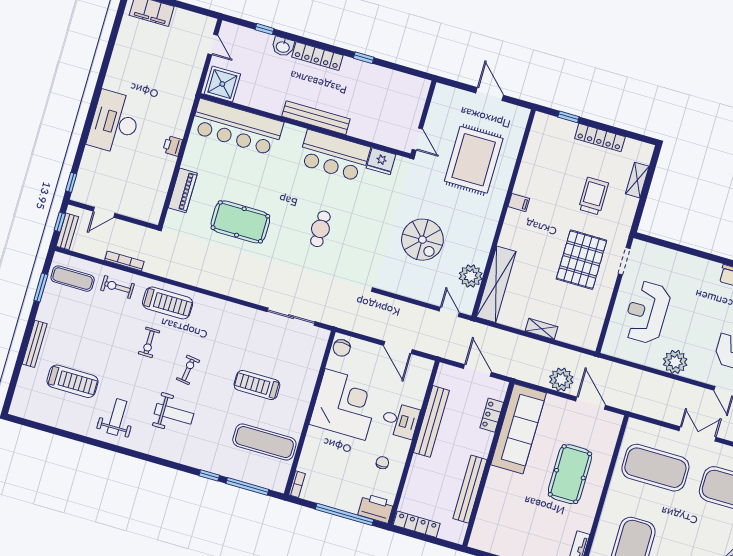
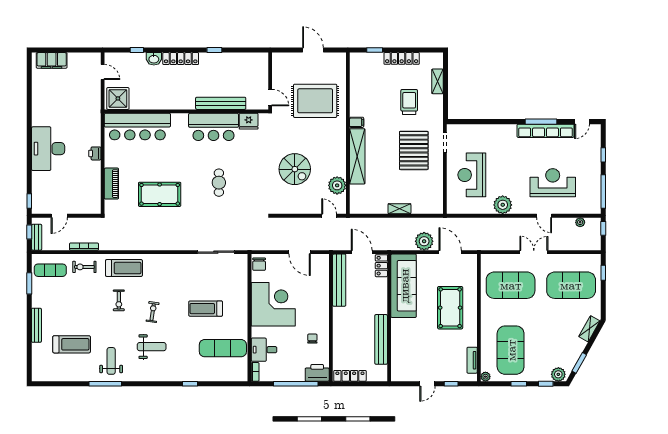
bench: (316, 118) -> (221, 103), moved
rug: (474, 160) -> (315, 101), turned 90
shelving: (496, 284) -> (357, 156), moved
locker: (492, 415) -> (381, 266), moved
desk: (400, 420) -> (264, 350), moved, turned 180
bench: (431, 421) -> (339, 280), moved
window: (247, 486) -> (105, 384), moved

